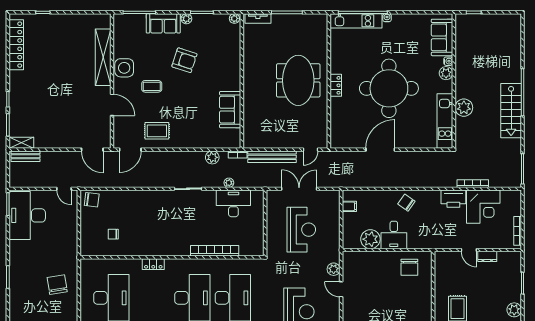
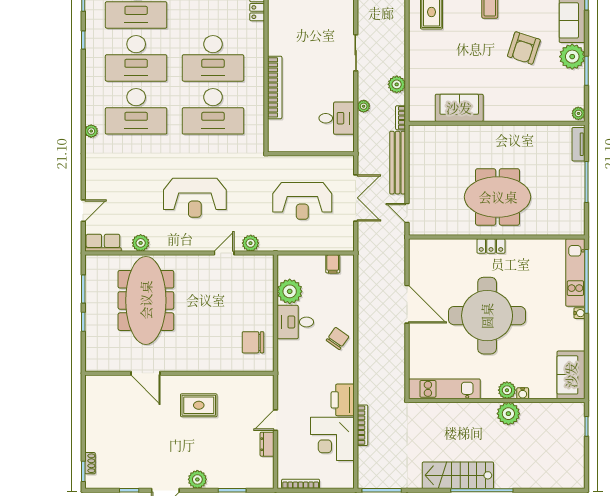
plant: (186, 19) -> (572, 57), width x1.88, depth x1.88
sofa: (442, 37) -> (571, 375), moved, turned -90
plant: (464, 108) -> (508, 414), moved
desk: (233, 203) -> (337, 118), width x0.73

